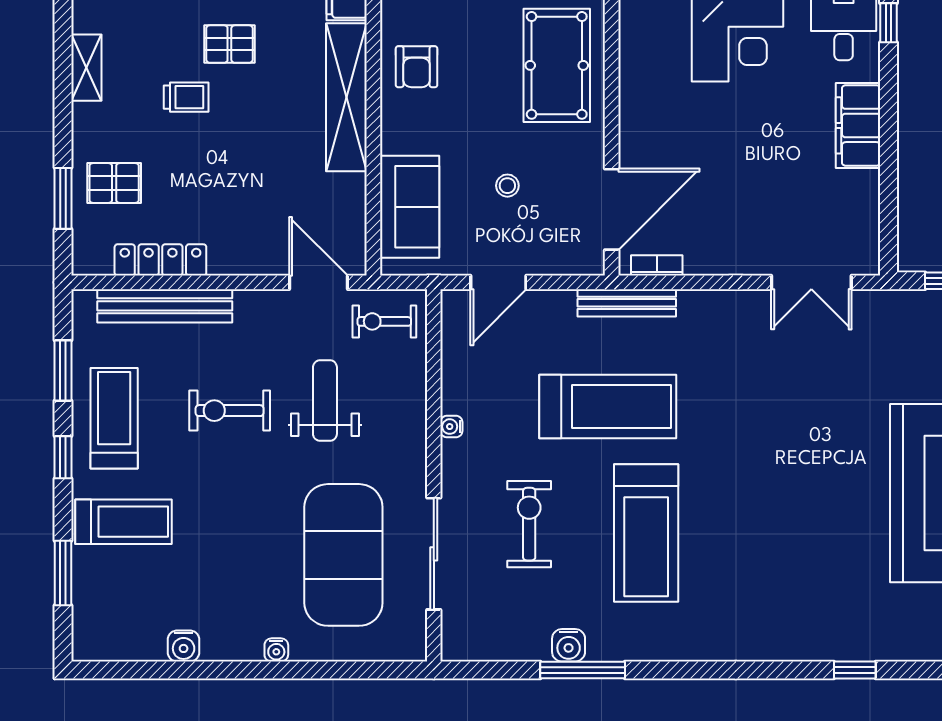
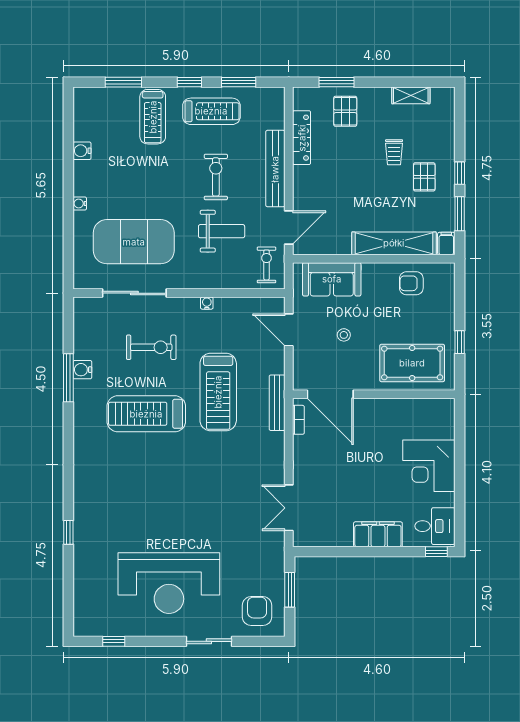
bench: (165, 306) -> (275, 169), moved

